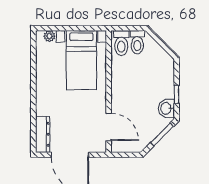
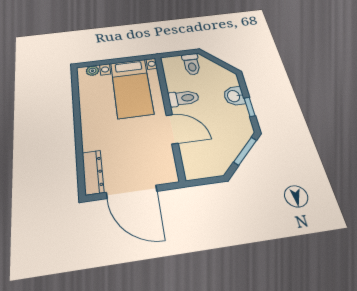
toilet: (121, 43) -> (184, 98), moved, turned -90
washbasin: (166, 108) -> (234, 96), moved
door: (109, 127) -> (172, 129), moved

